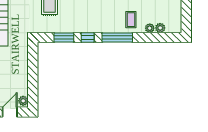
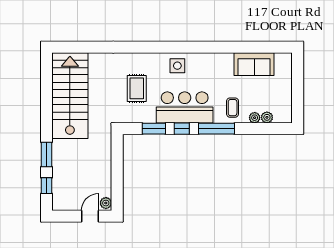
bar counter: (90, 19) -> (185, 107), added

